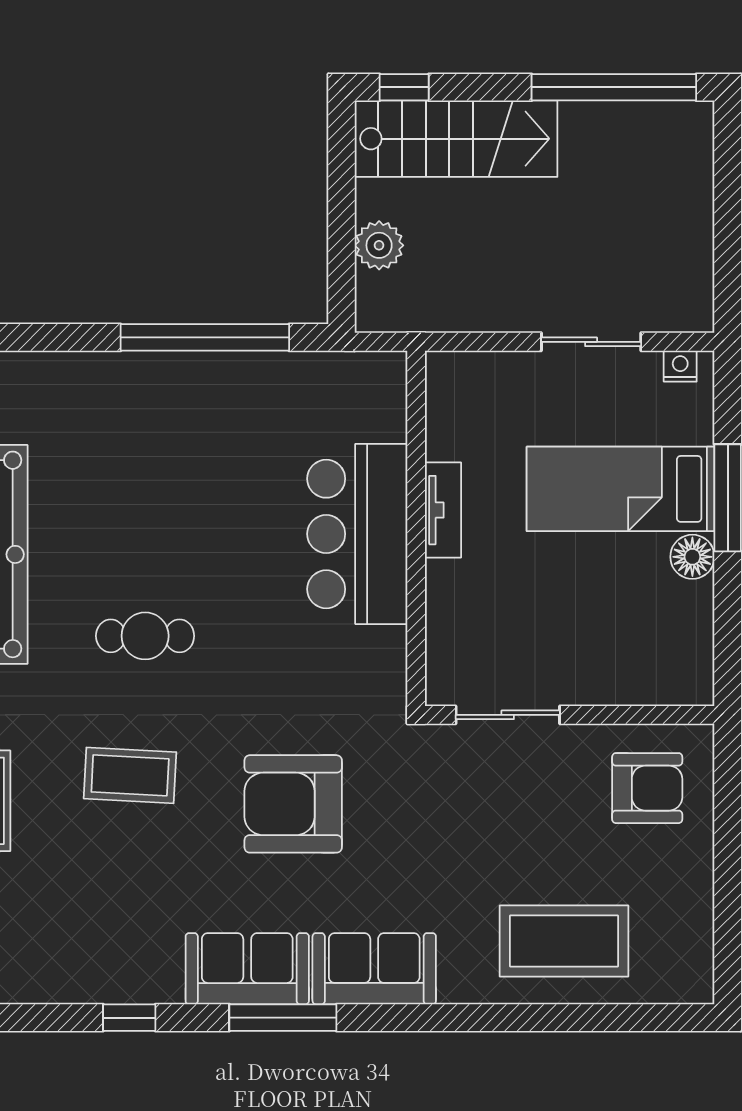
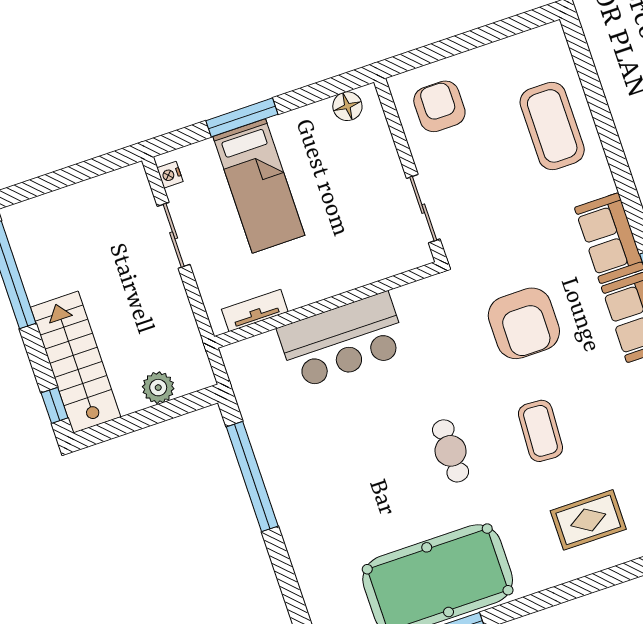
tv unit: (443, 510) -> (255, 310), moved
floor lamp: (692, 557) -> (347, 106), moved

